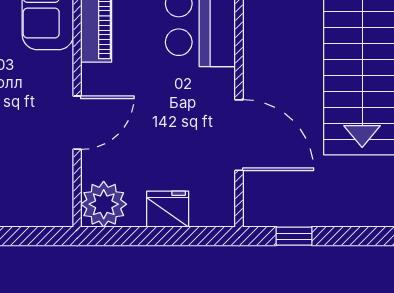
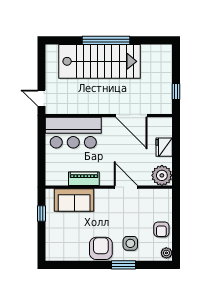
door: (239, 135) -> (131, 116), swing flipped

